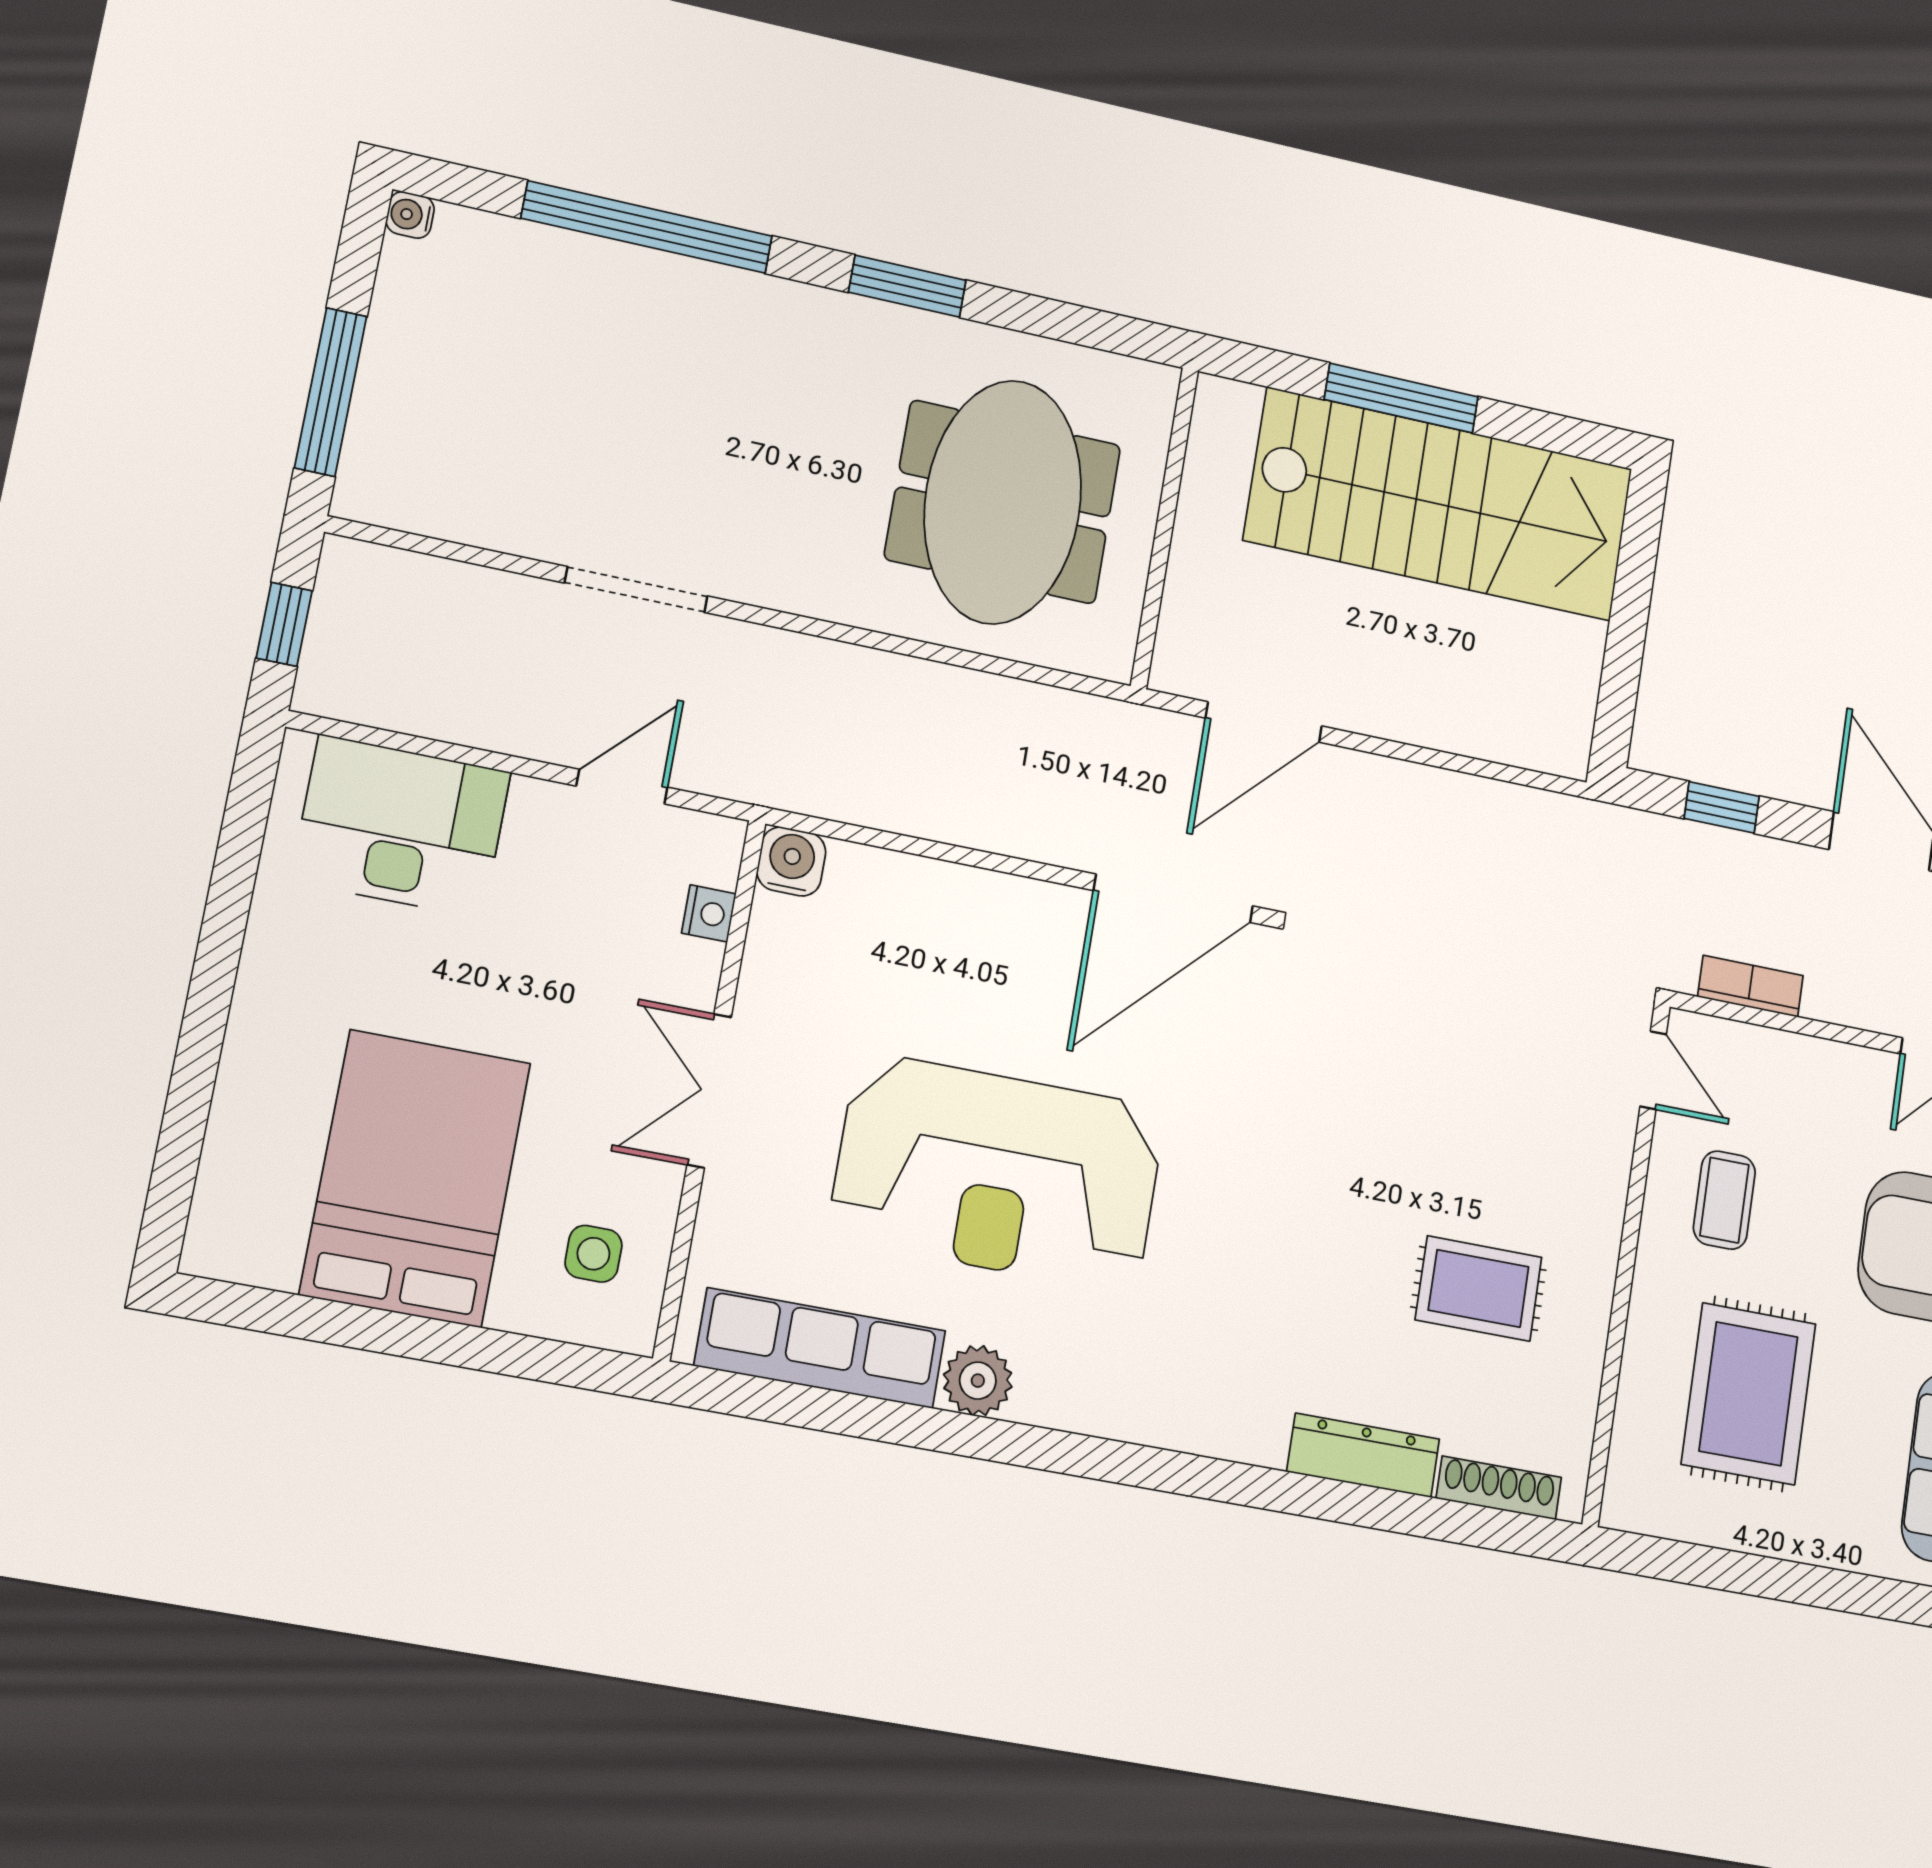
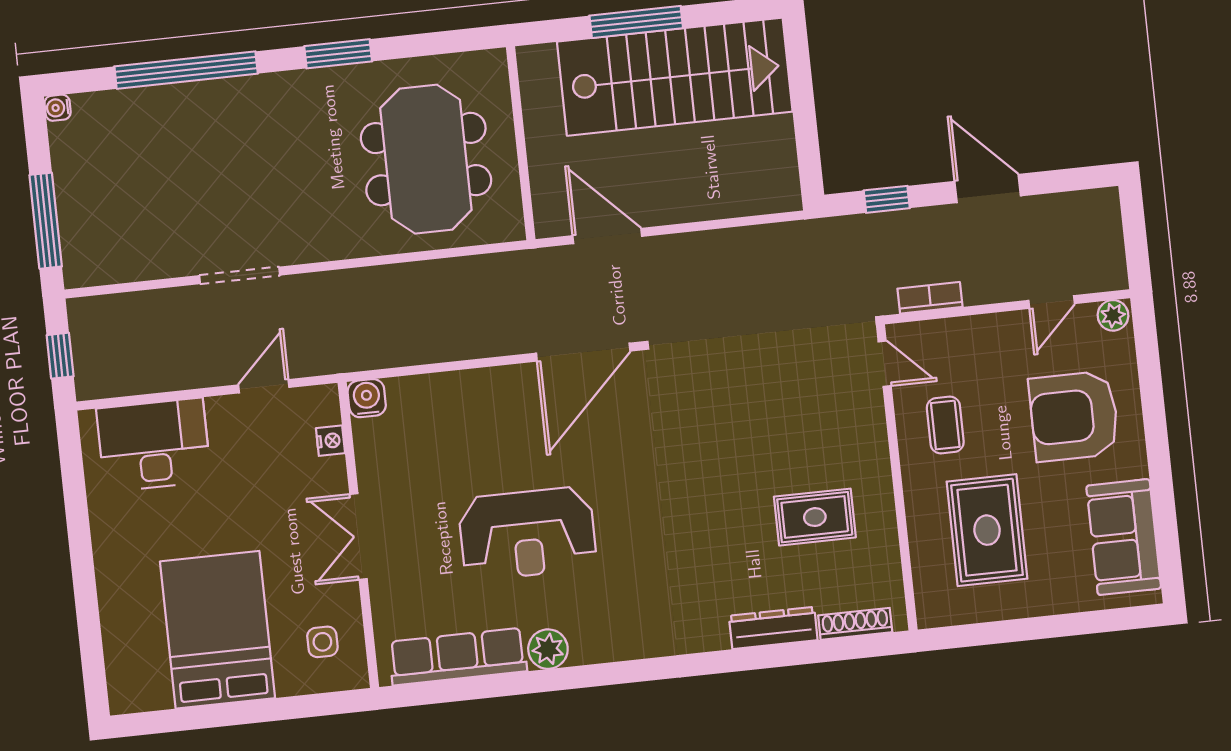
door: (1264, 722) -> (607, 236), swing flipped
reception desk: (998, 1173) -> (527, 534), width x0.74, depth x0.77

